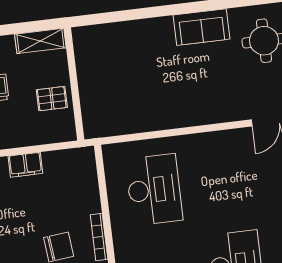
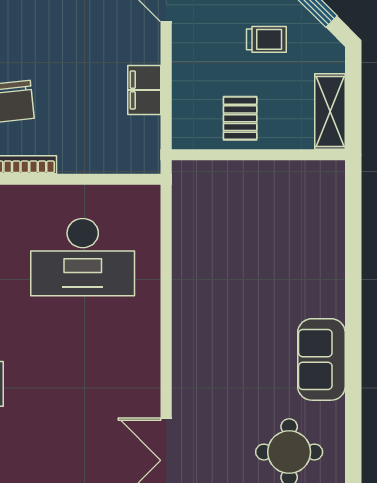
filing cabinet: (25, 165) -> (144, 90), moved

